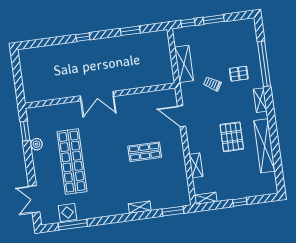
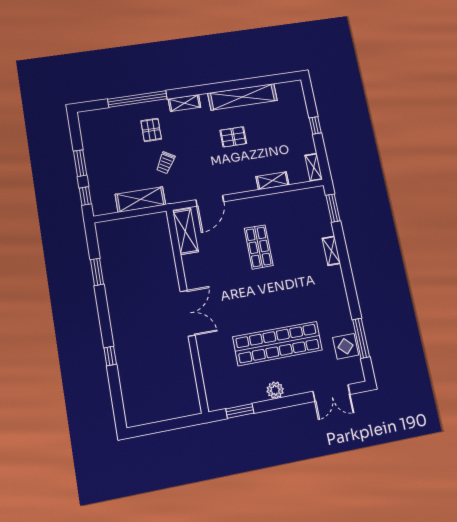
window: (83, 37) -> (110, 356), moved
shelving: (158, 97) -> (185, 231), added
pallet: (232, 137) -> (233, 137), width x0.67, depth x0.71
plant: (36, 144) -> (275, 390), moved

